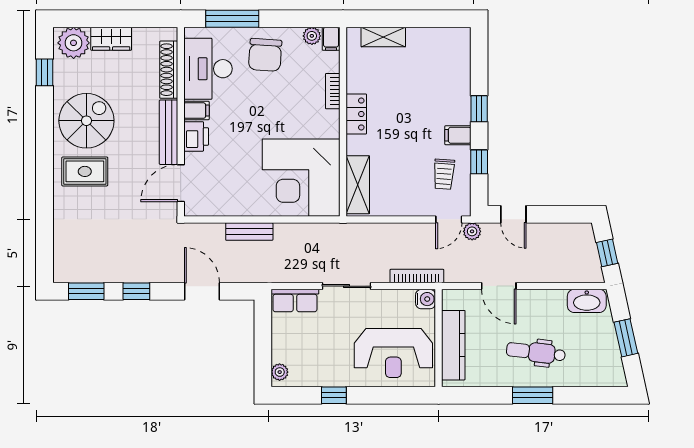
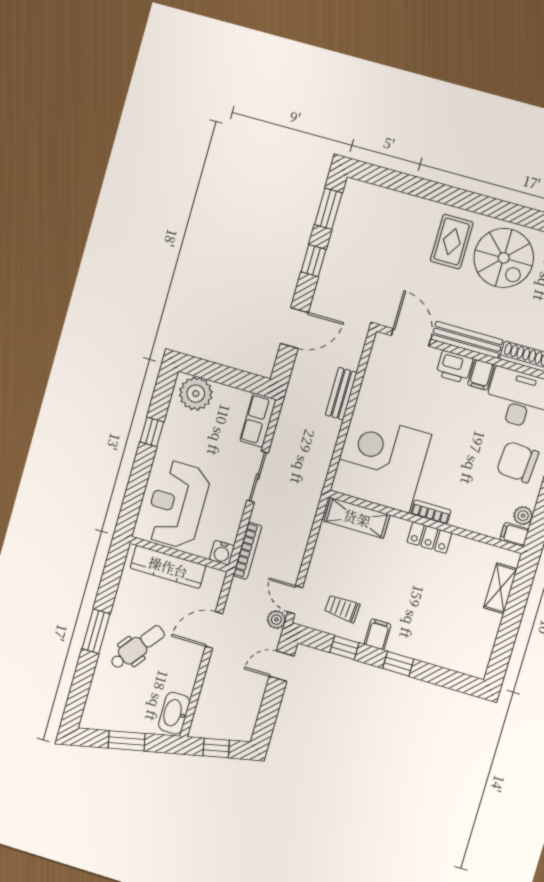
bookcase: (333, 91) -> (431, 512), moved
dental chair: (536, 352) -> (137, 647), turned 31
plant: (280, 372) -> (196, 394), width x1.87, depth x1.87

